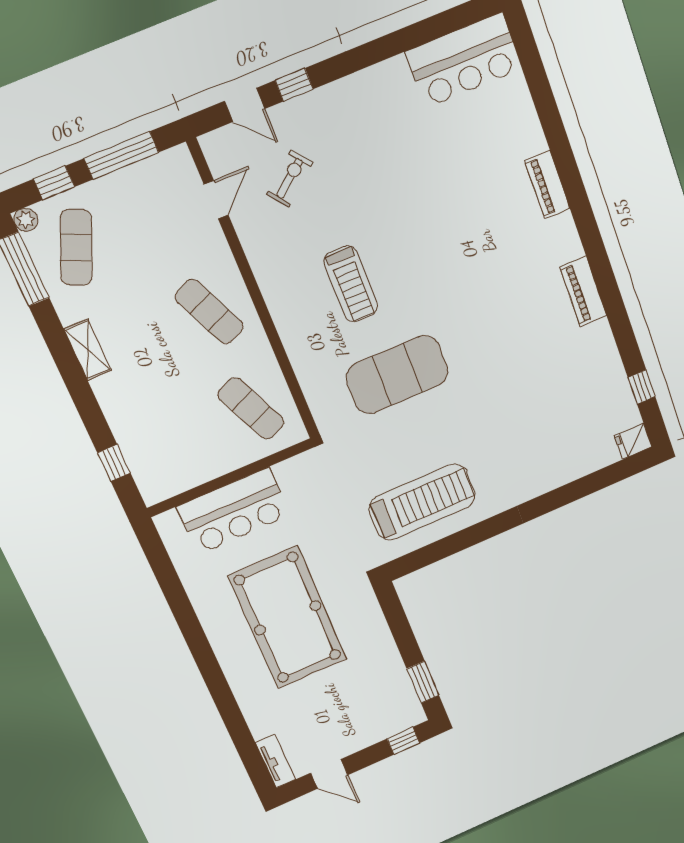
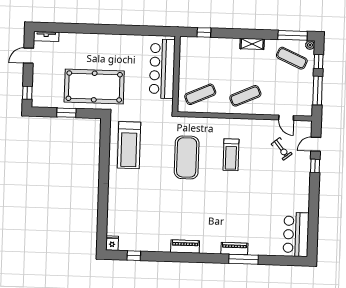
window: (562, 154) -> (243, 259), added
treadmill: (351, 284) -> (231, 155), turned -90
bar counter: (233, 511) -> (162, 69), width x1.36
pool table: (288, 618) -> (94, 87), moved
window: (423, 682) -> (66, 113), moved

